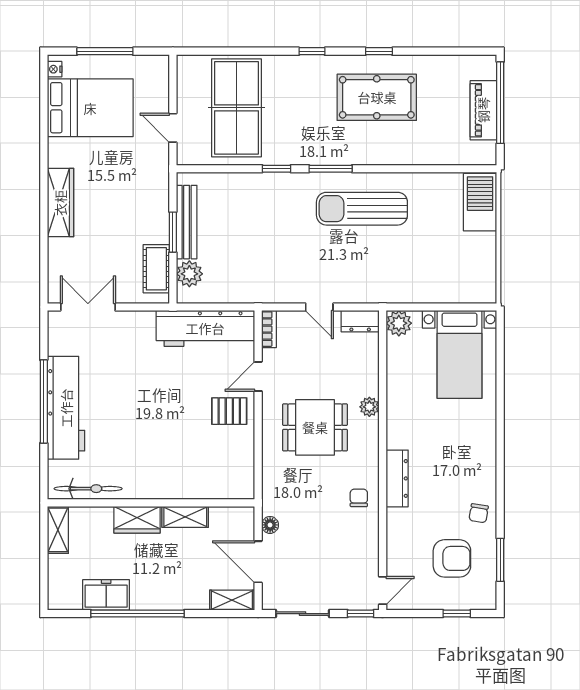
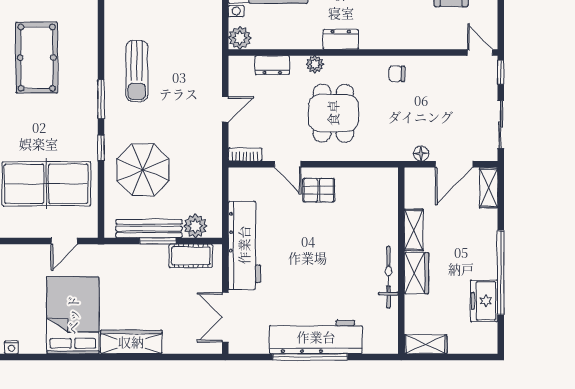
bed: (90, 108) -> (73, 315), moved
sun lounger: (362, 209) -> (137, 71), width x0.73, depth x0.75
parasol: (252, 215) -> (143, 170), added
dresser: (360, 321) -> (272, 65), moved, turned 90
workbench: (205, 328) -> (244, 245), moved
pallet: (229, 411) -> (319, 190), turned 90
dresser: (397, 478) -> (341, 39), moved, width x0.70
bicycle: (88, 489) -> (388, 277), moved

